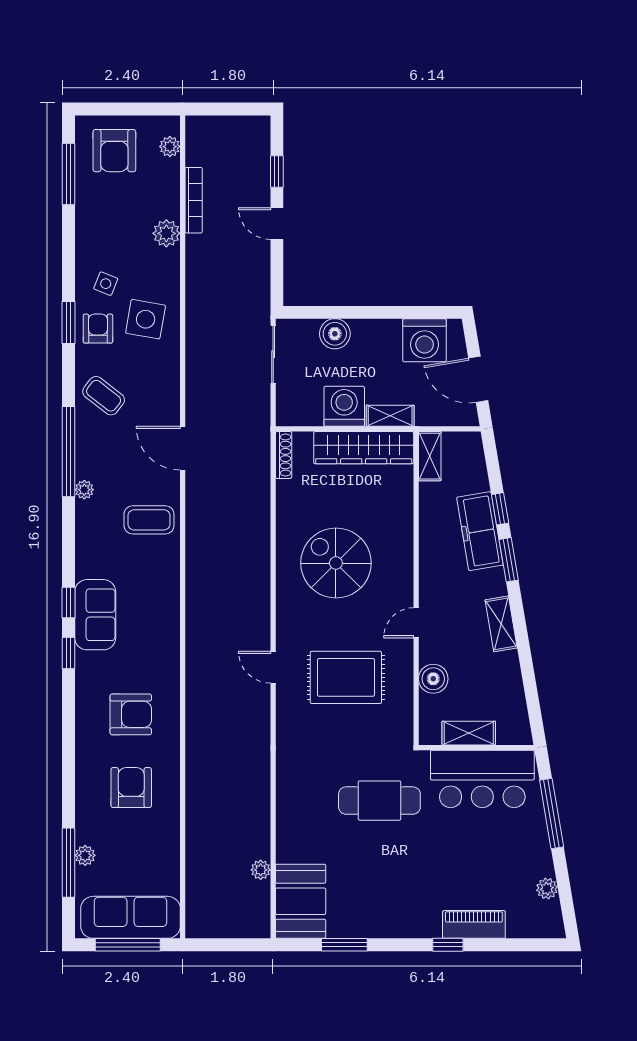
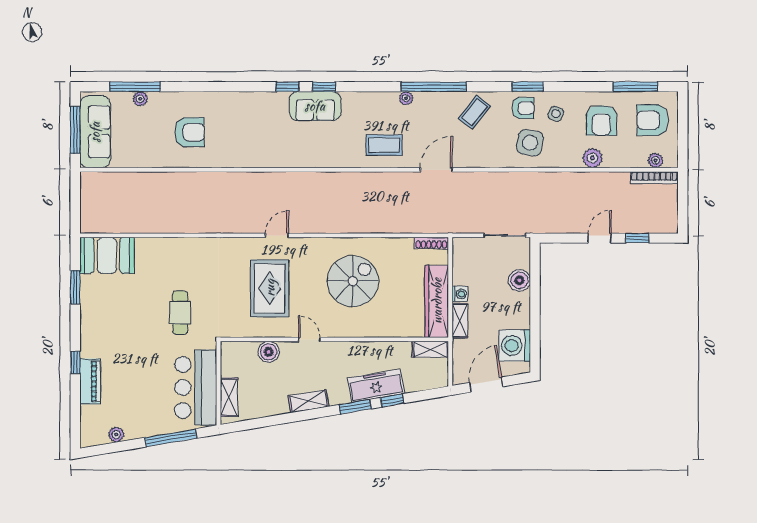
bookcase: (194, 200) -> (654, 178), moved
washing machine: (344, 406) -> (460, 294), width x0.53, depth x0.53
coffee table: (149, 520) -> (384, 145), turned 90
armchair: (131, 714) -> (601, 120), moved
shelving: (469, 733) -> (229, 397), moved
cafe table: (379, 801) -> (180, 313), width x0.73, depth x0.74
plant: (261, 870) -> (130, 226), removed

